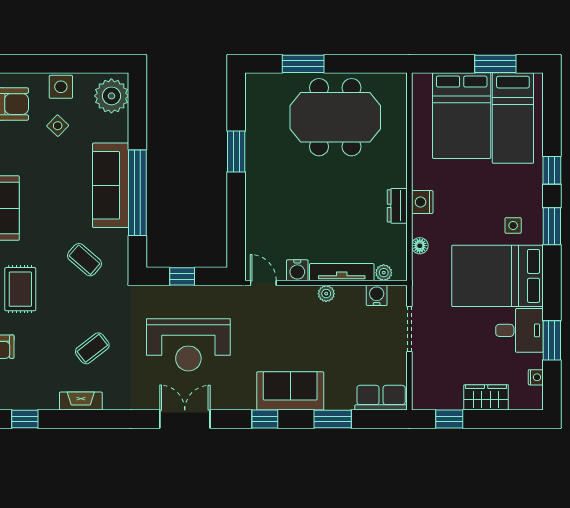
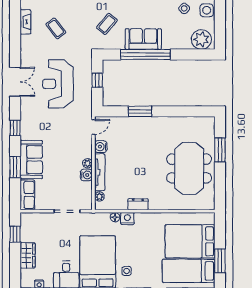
window: (236, 152) -> (140, 111), moved
sofa: (111, 185) -> (143, 39), width x0.73
nightstand: (422, 202) -> (127, 219), moved
water cooler: (377, 295) -> (86, 175), moved
sofa: (290, 391) -> (31, 160), moved

